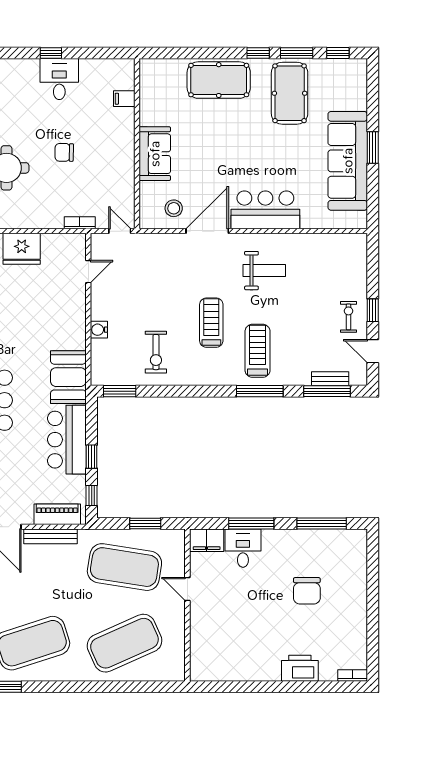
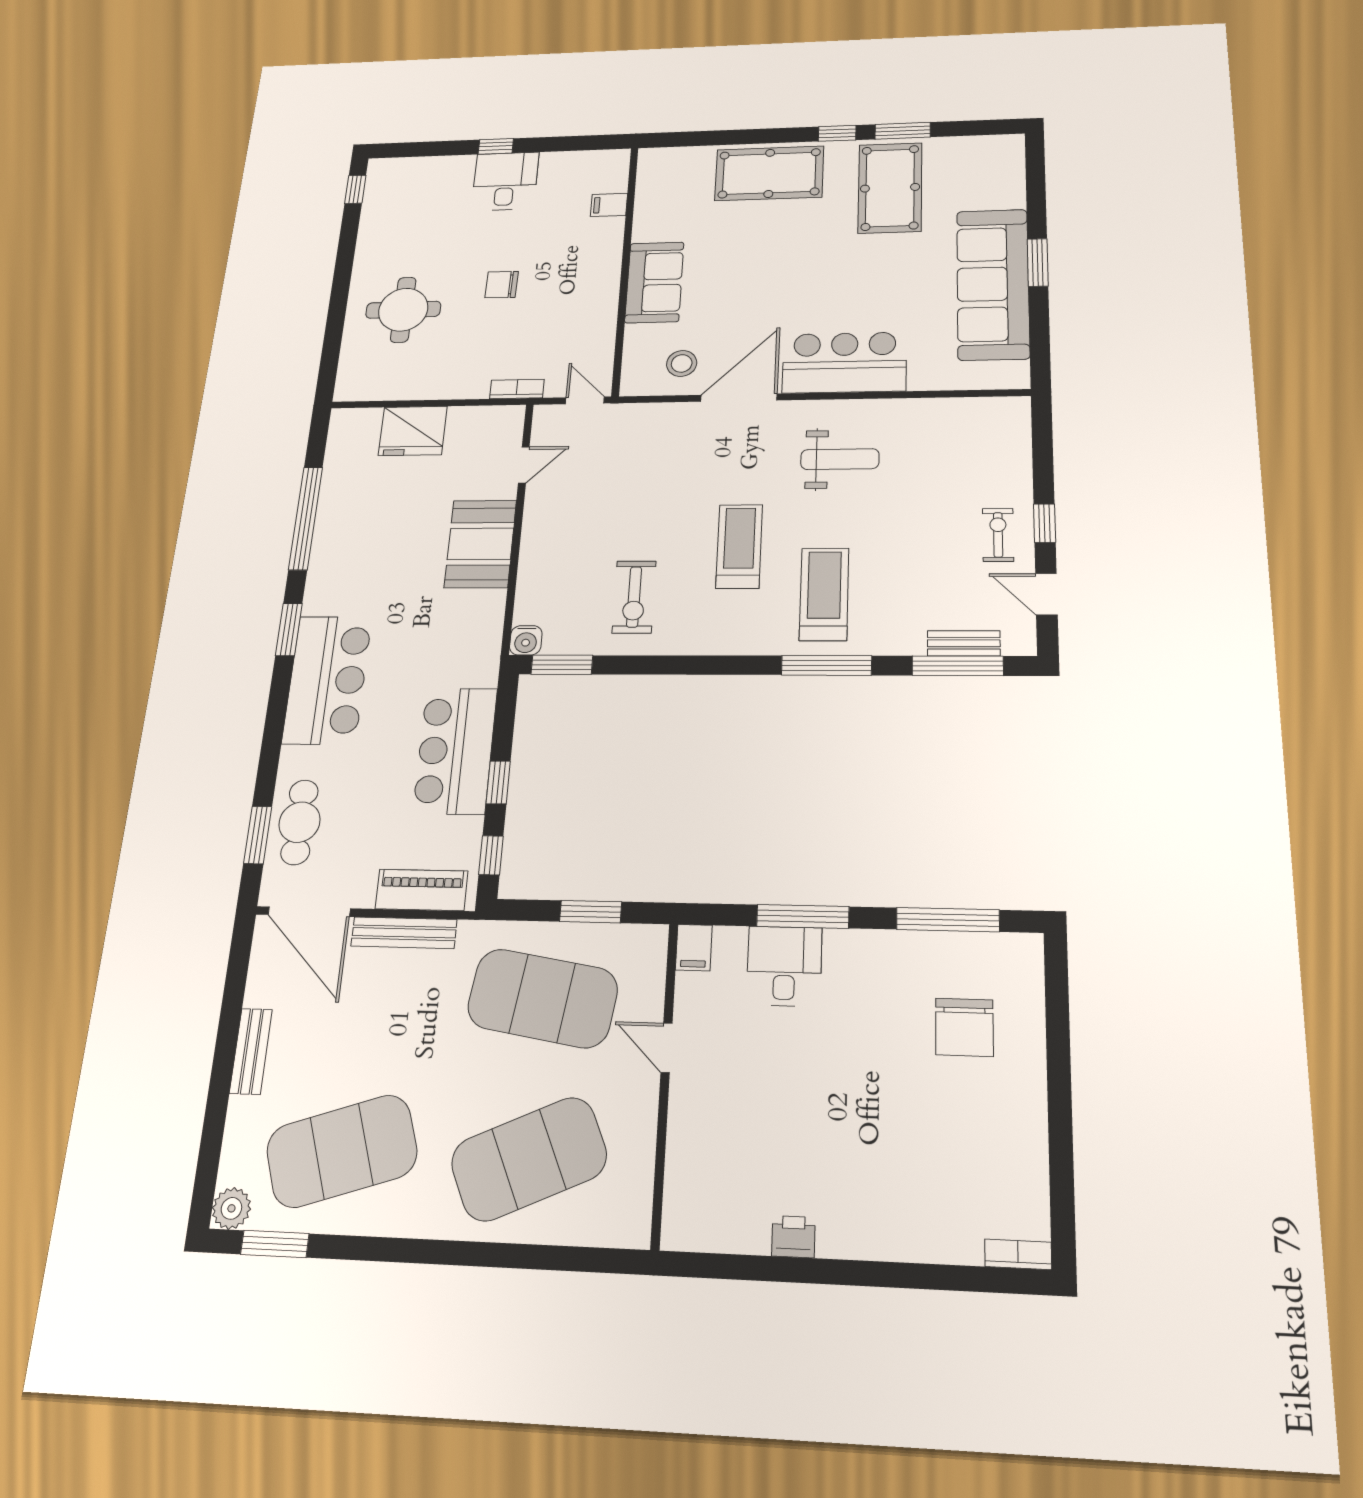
window: (338, 53) -> (974, 128), removed
water cooler: (99, 330) -> (526, 640), moved, turned -90
booth: (68, 377) -> (480, 544), moved
filing cabinet: (207, 540) -> (694, 948), width x0.50
chair: (307, 591) -> (964, 1027), moved
printer: (300, 668) -> (793, 1237), moved, width x0.53, depth x0.68

